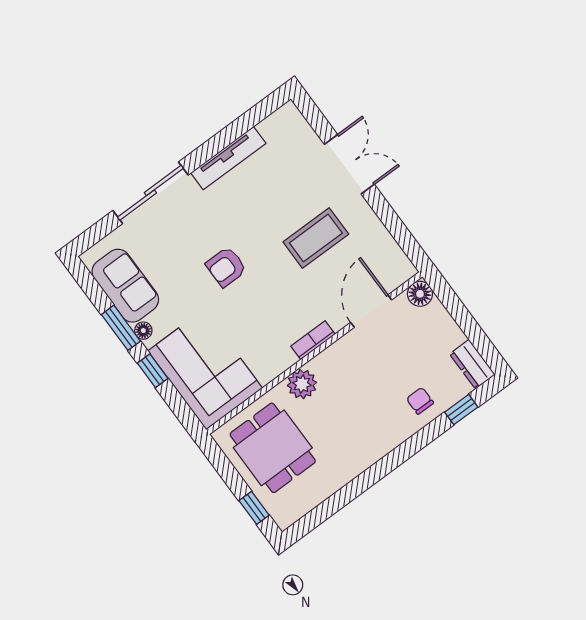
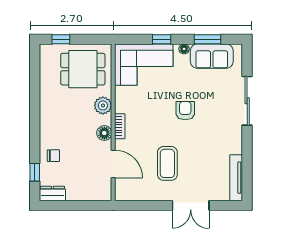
tv unit: (228, 158) -> (236, 178), moved
floor lamp: (420, 294) -> (104, 133), moved
window: (121, 328) -> (208, 39), moved

